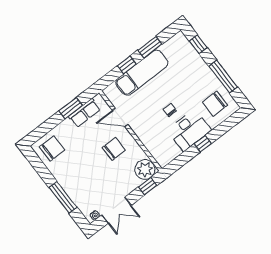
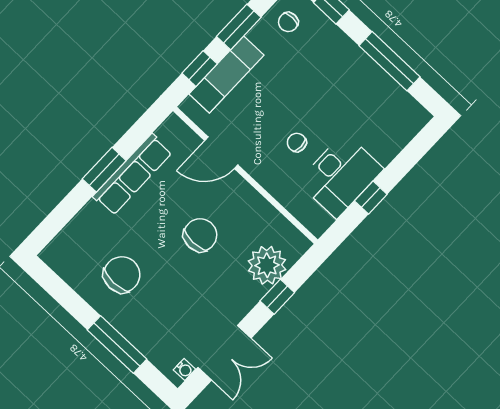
exam couch: (142, 73) -> (227, 75), width x0.73, depth x0.69
chair: (215, 104) -> (288, 22), moved, width x0.54, depth x0.54
row of seats: (84, 113) -> (133, 175), width x1.48
door: (120, 117) -> (221, 153), moved
wall: (130, 131) -> (245, 175), moved
chair: (52, 148) -> (122, 275), moved

